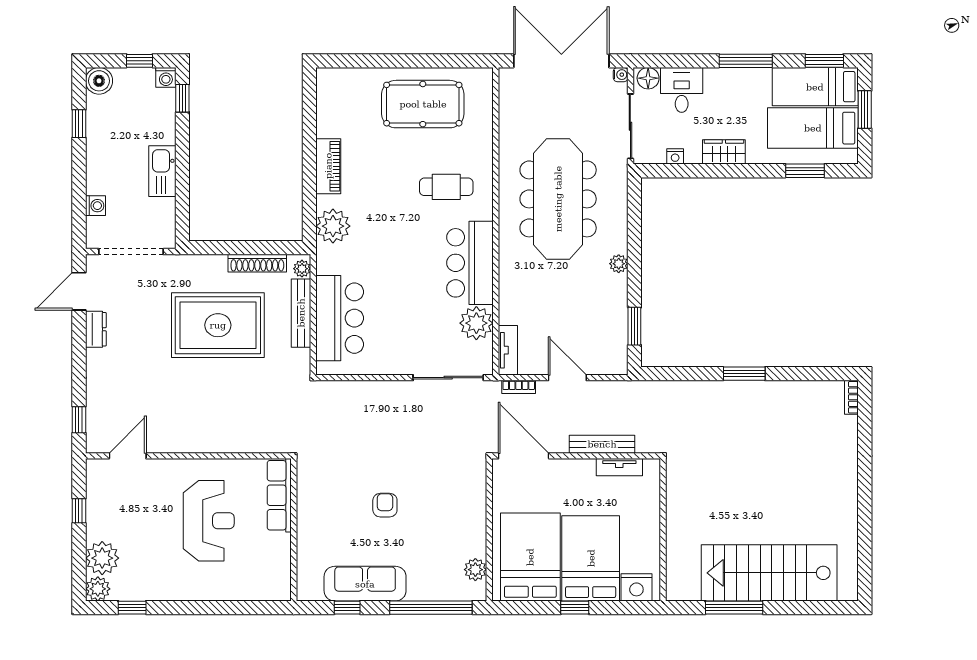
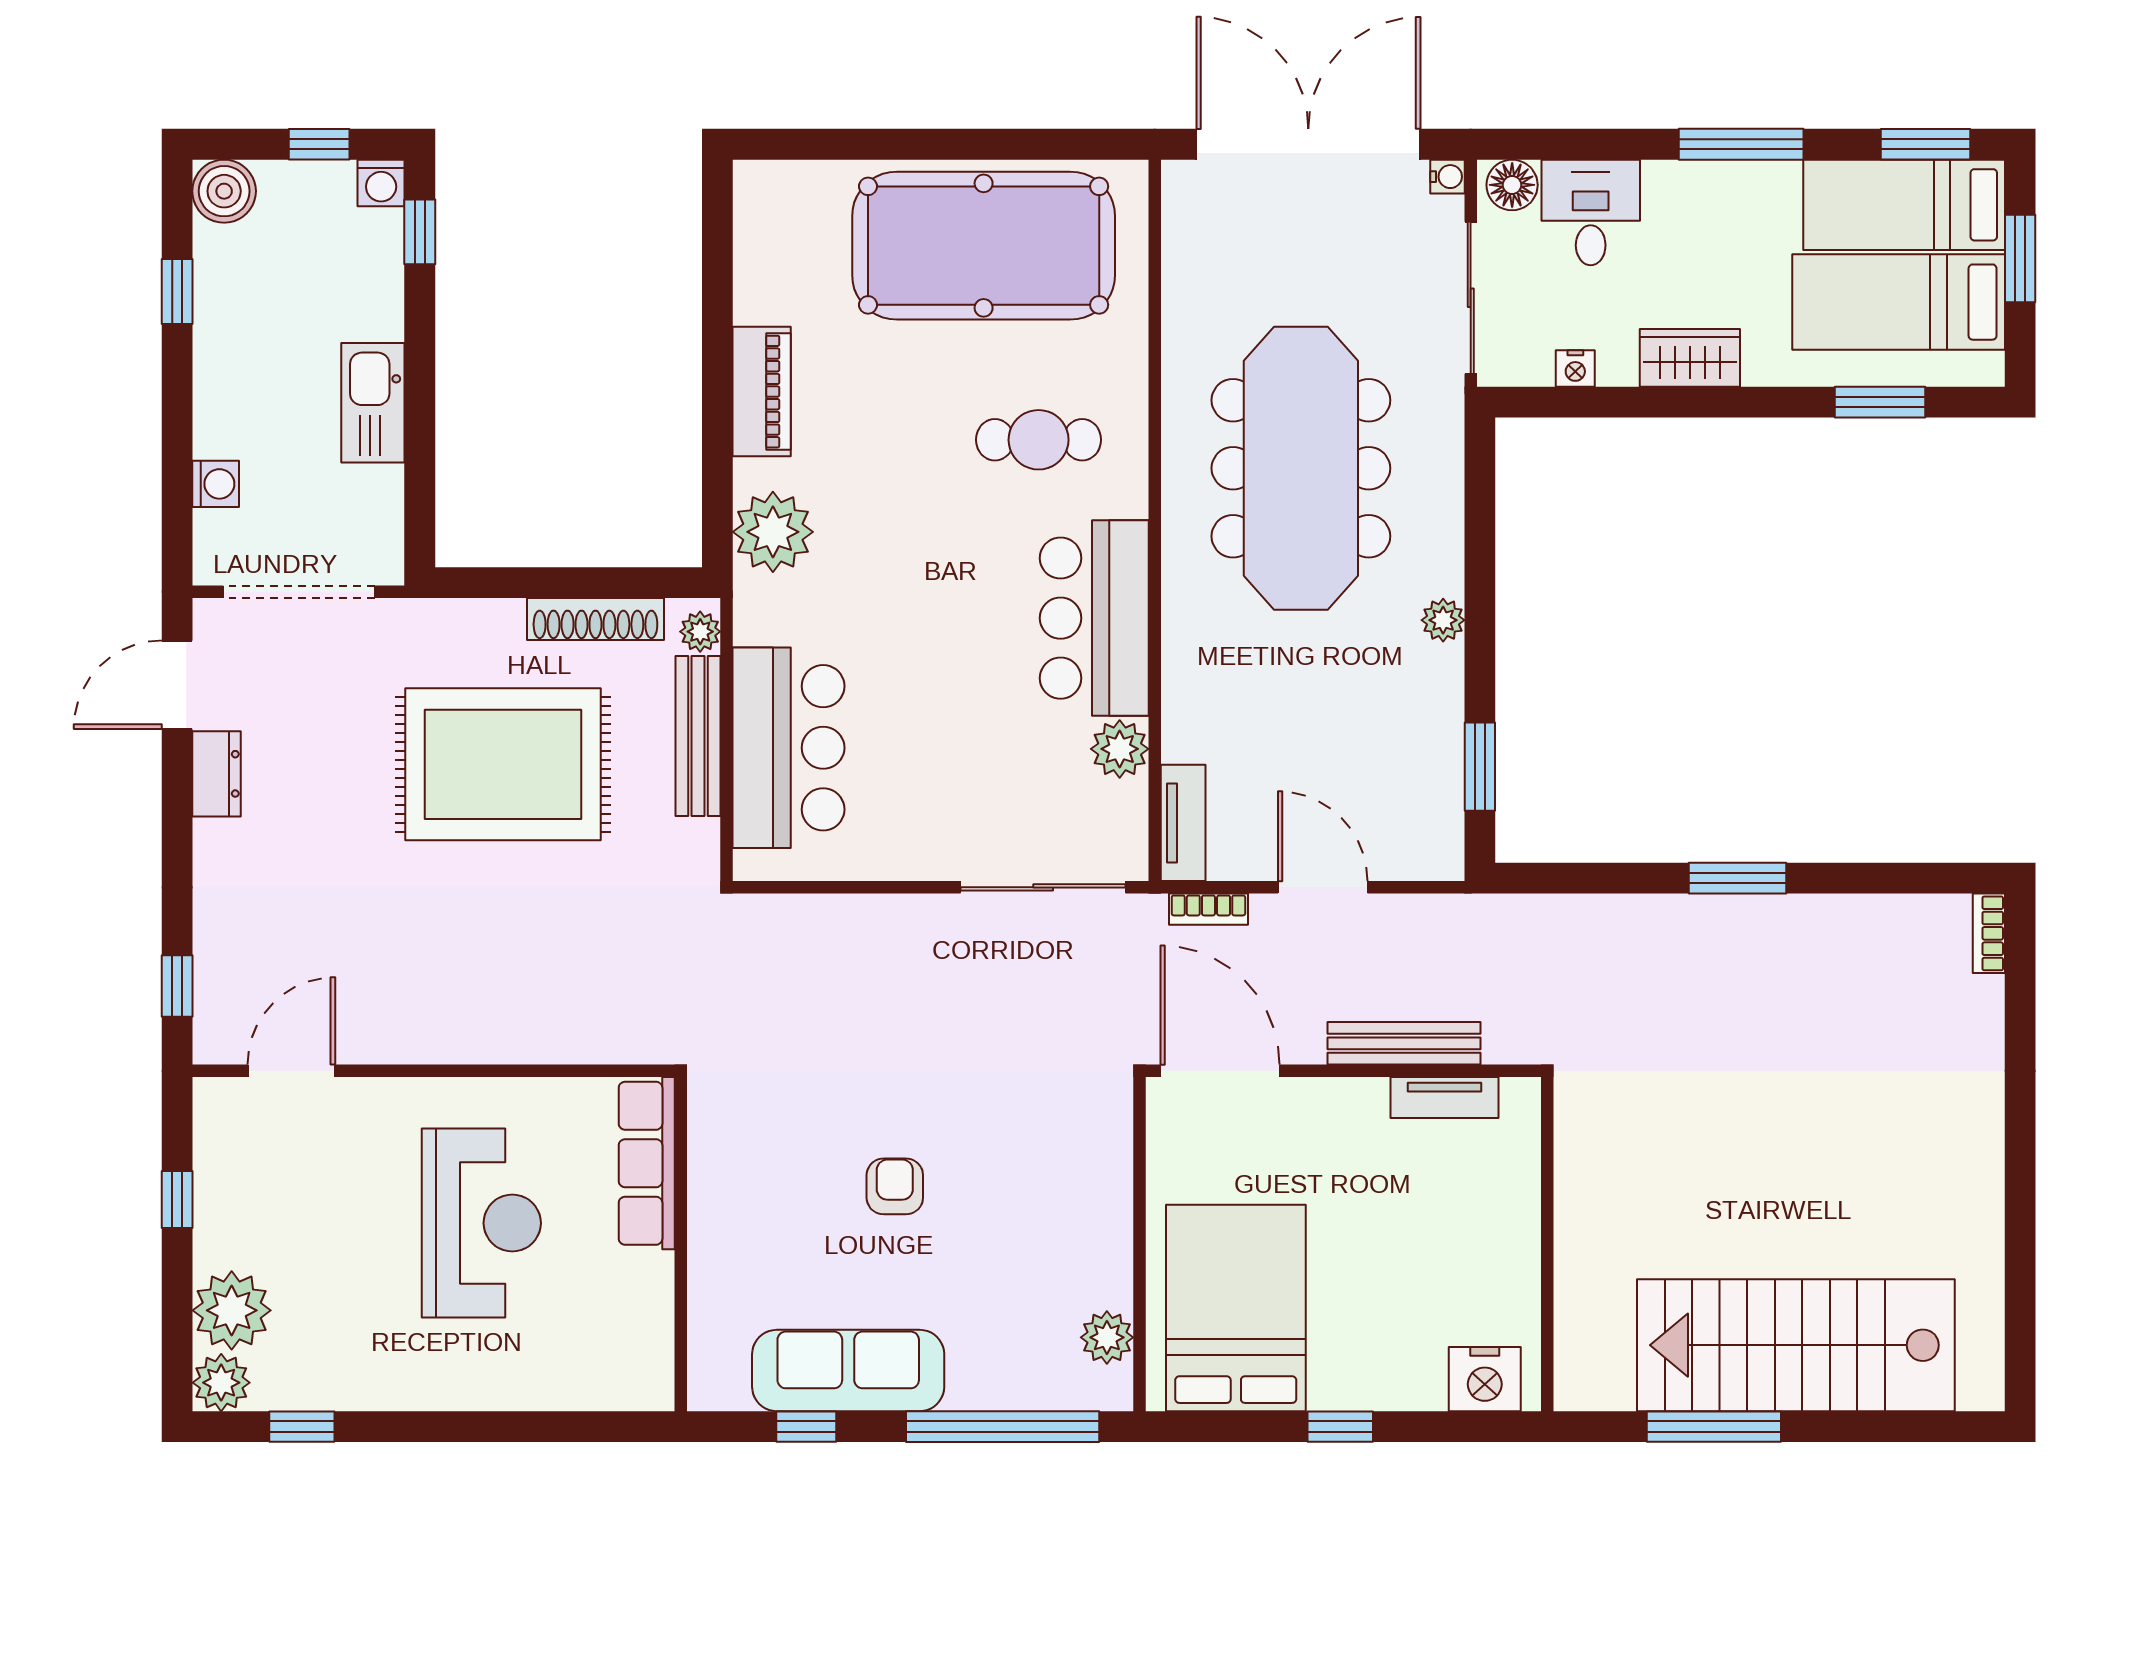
pool table: (423, 104) -> (984, 246), width x1.36, depth x1.32
plant: (476, 323) -> (1120, 749), width x0.73, depth x0.73
bed: (591, 558) -> (1377, 1311), removed

